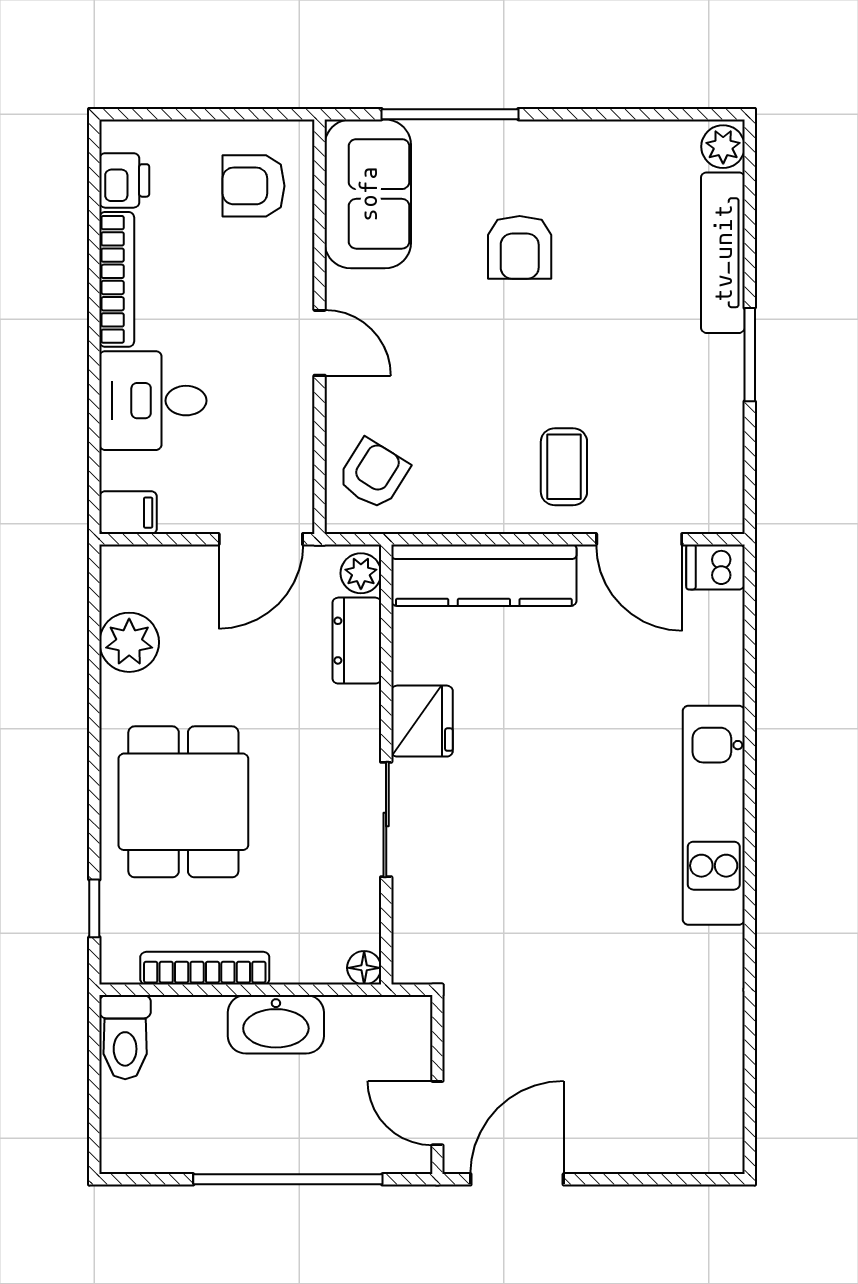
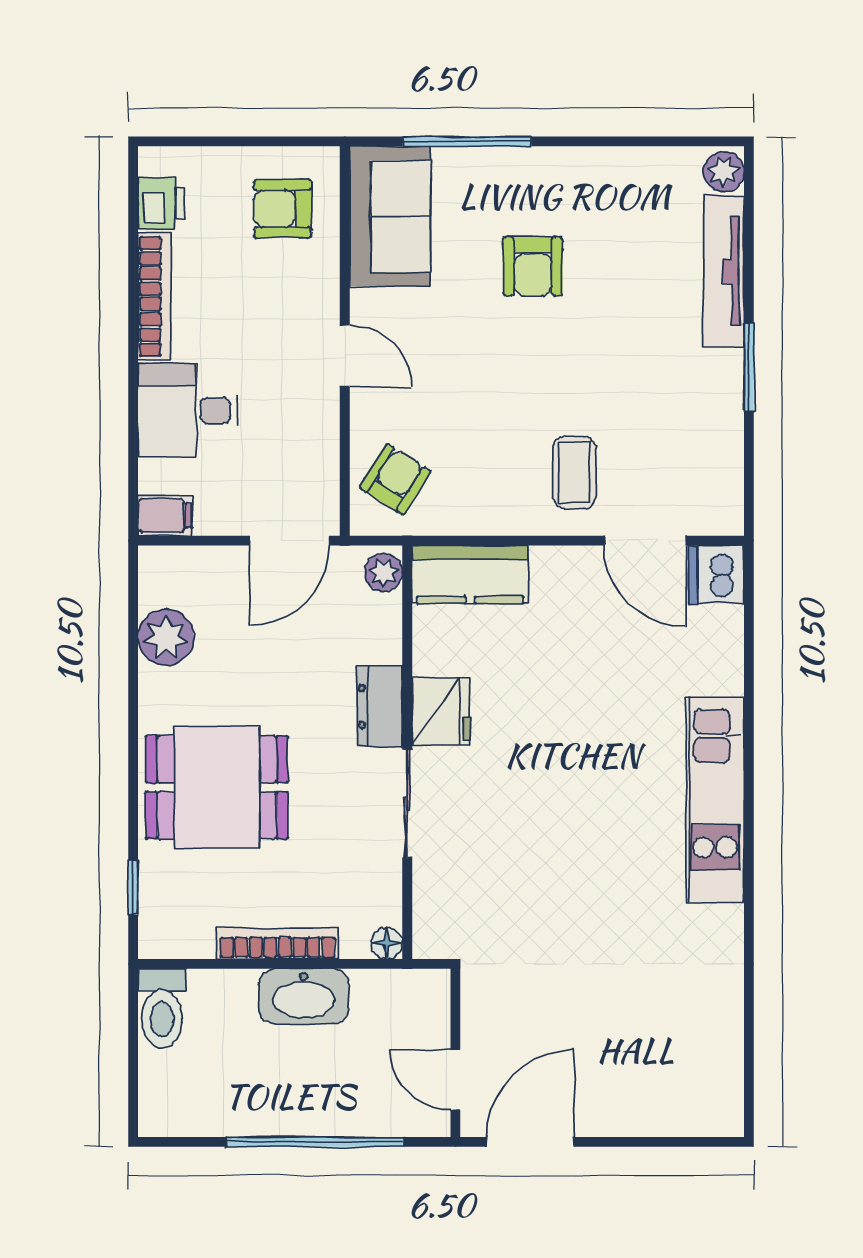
dishwasher: (715, 567) -> (717, 575), width x1.38
kitchen counter: (484, 575) -> (470, 574), width x0.67
dresser: (357, 641) -> (380, 706), moved
dining table: (183, 802) -> (217, 787), turned 90
bookcase: (205, 968) -> (278, 944), moved

